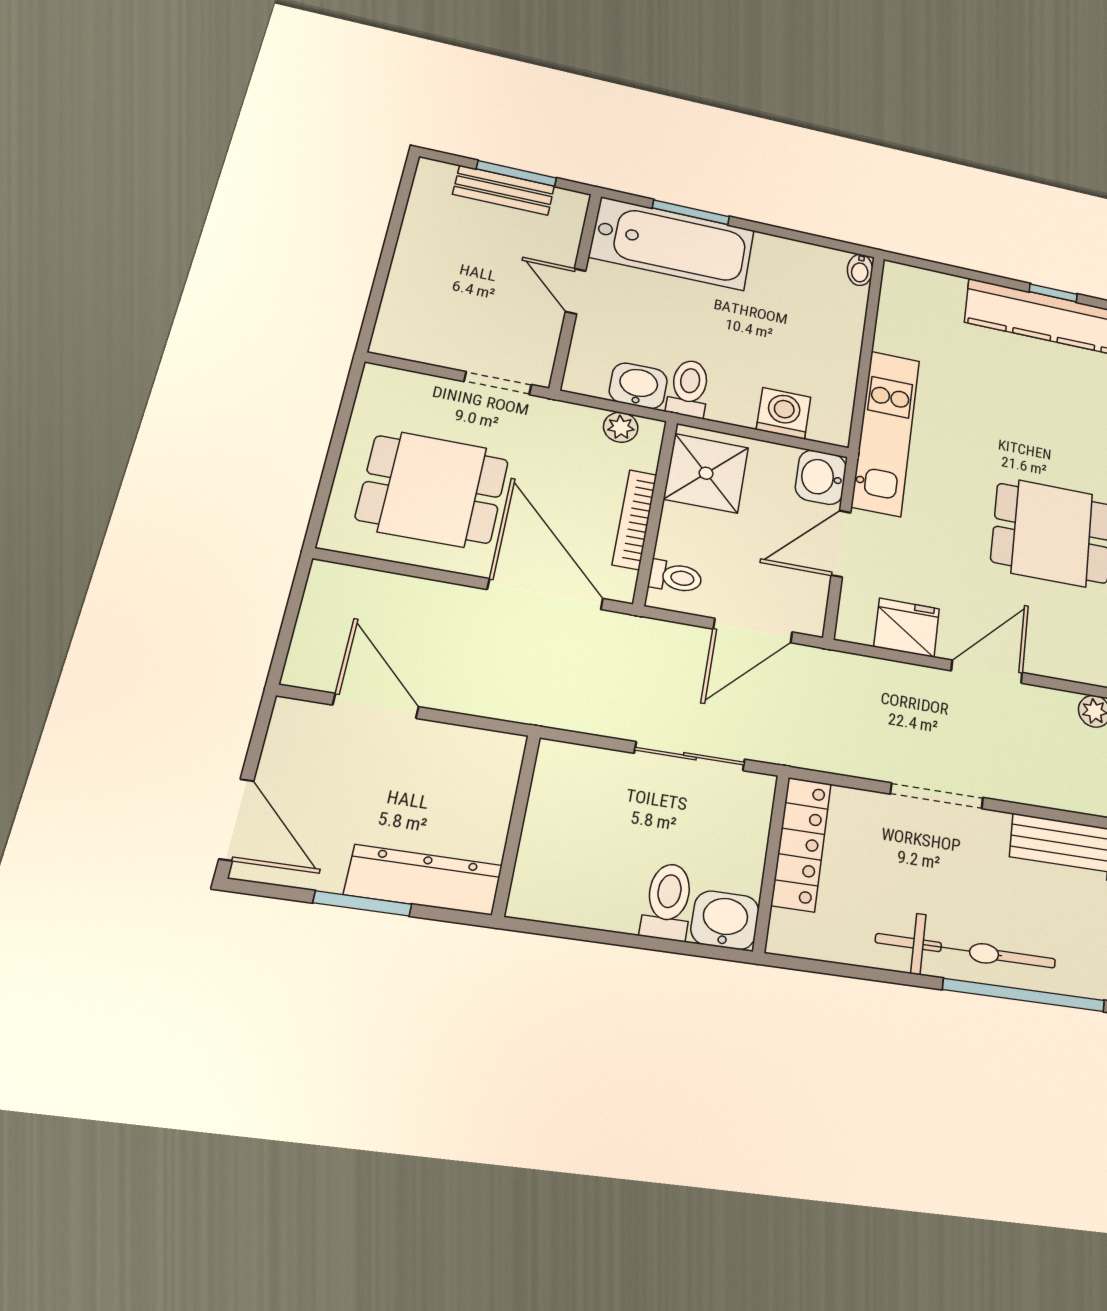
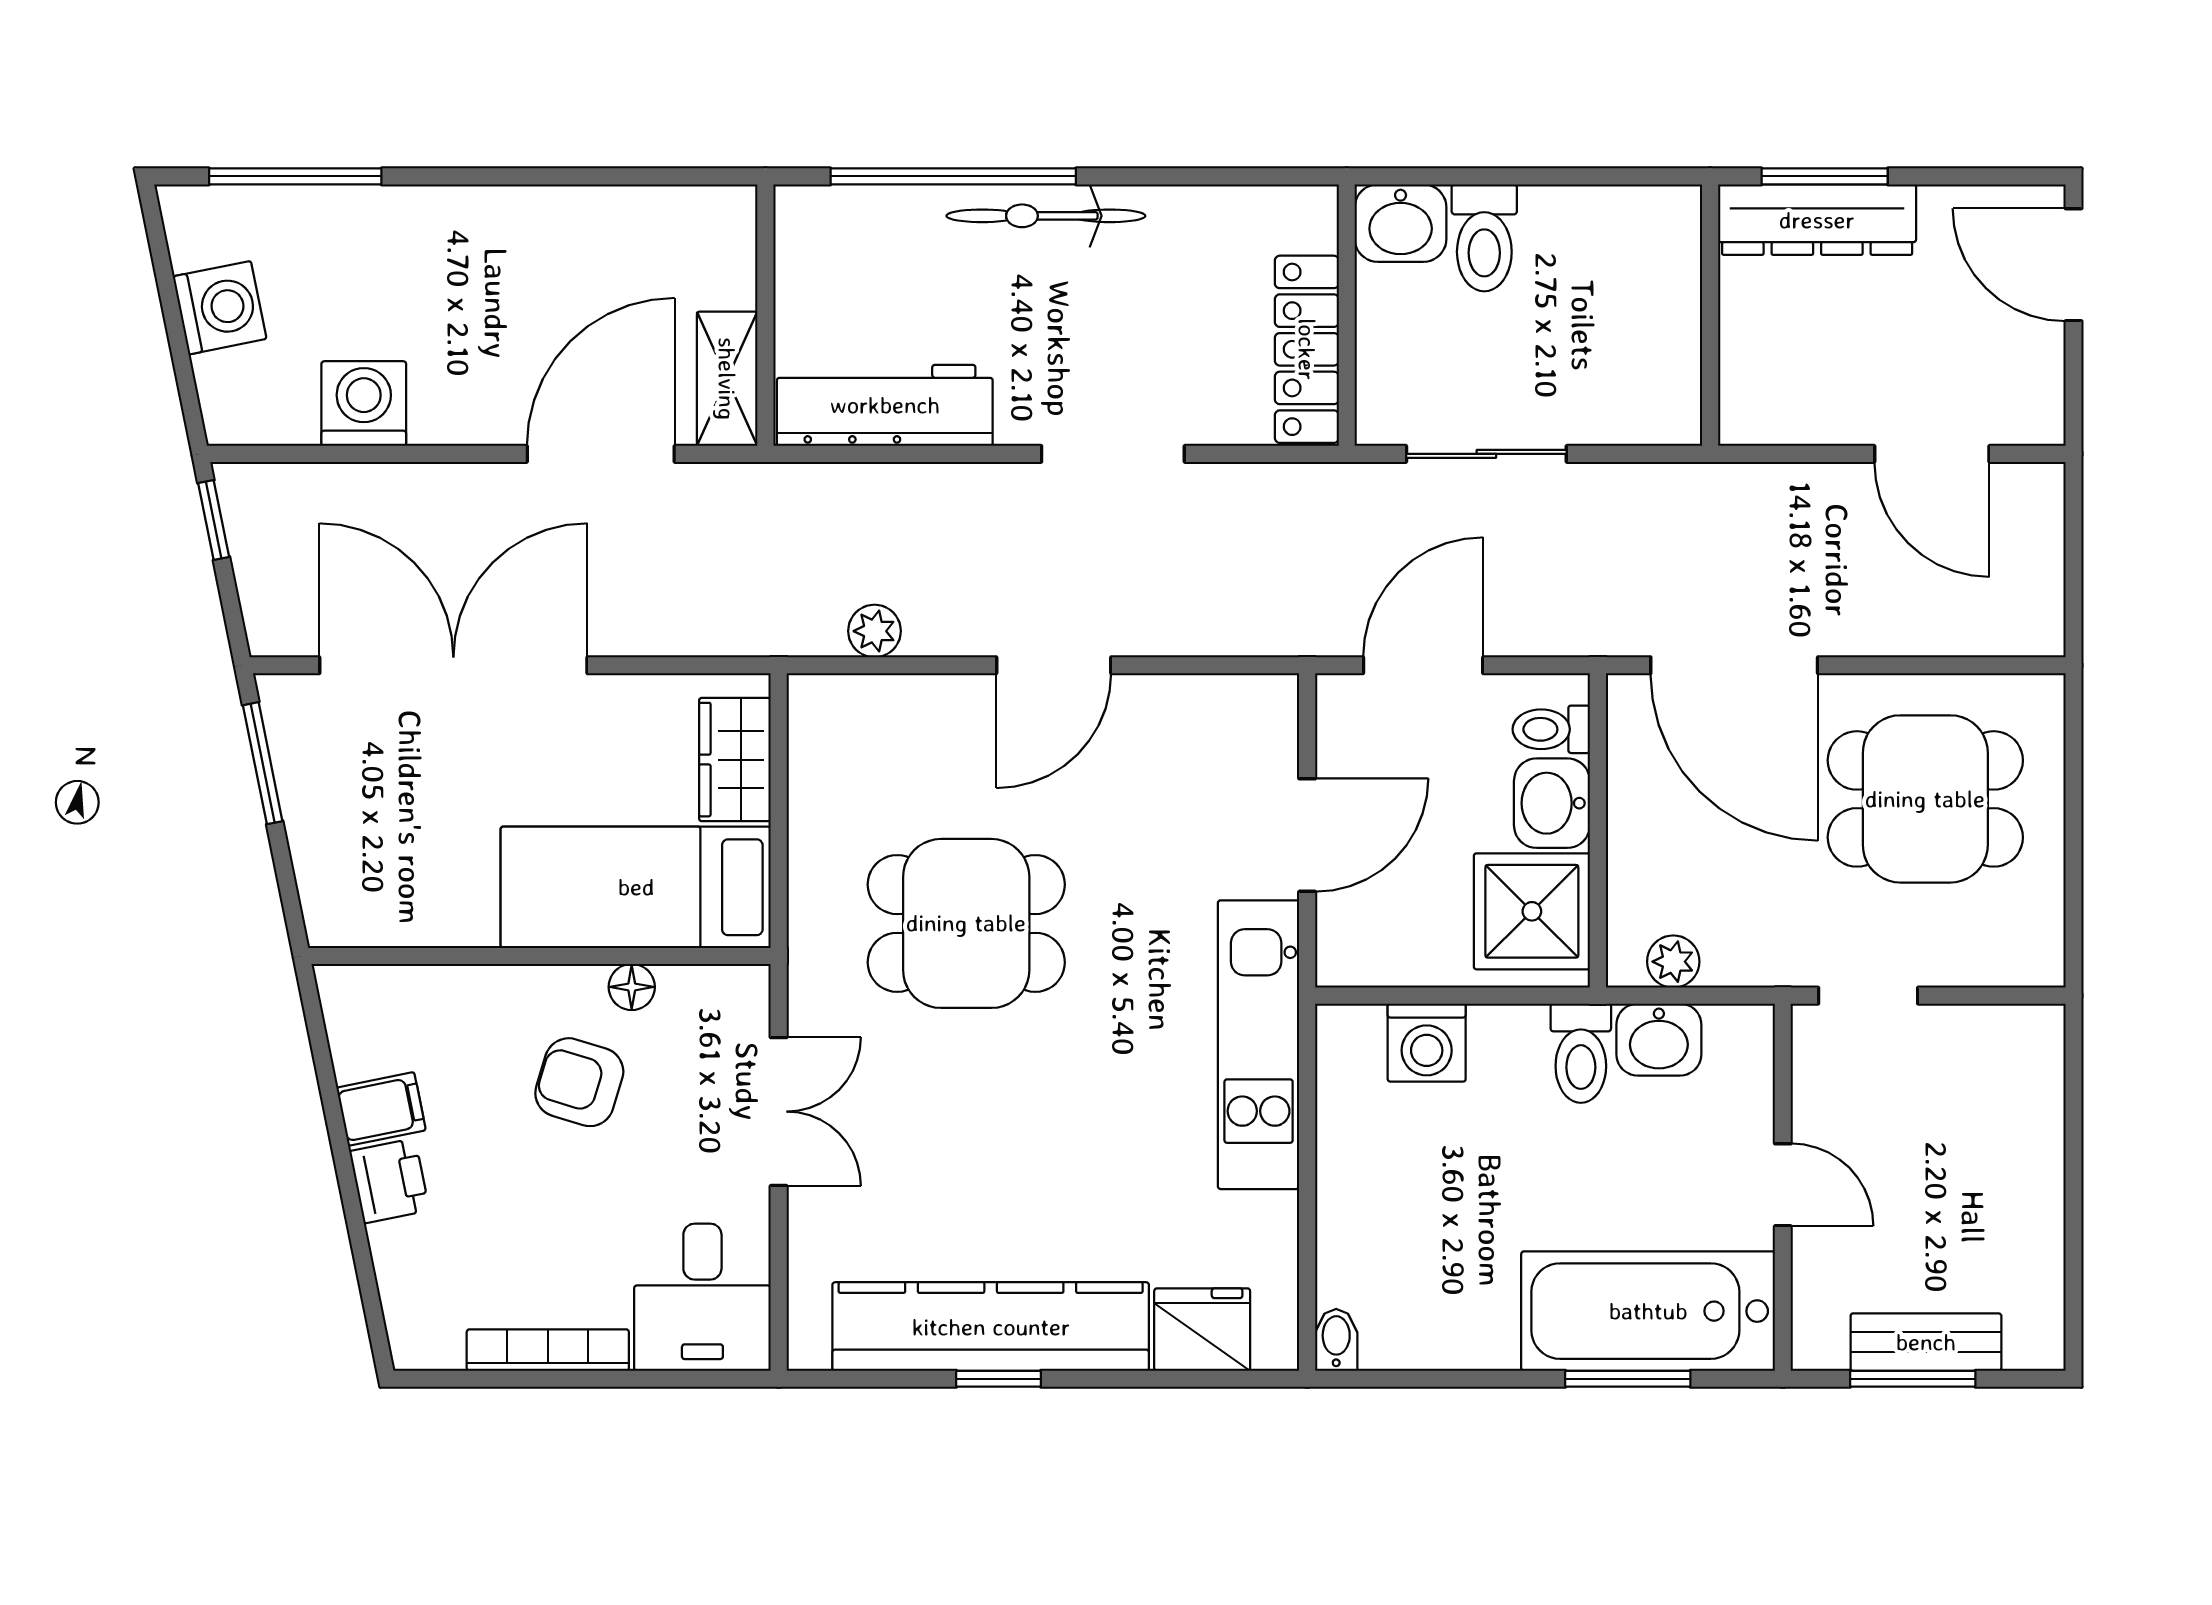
washbasin: (821, 477) -> (1552, 803), moved, turned 180
bookcase: (635, 519) -> (1626, 811), removed
fridge: (907, 628) -> (1202, 1330), moved, turned 180
window: (362, 903) -> (1825, 176), moved
bicycle: (966, 951) -> (1046, 216), width x0.73, depth x0.71

